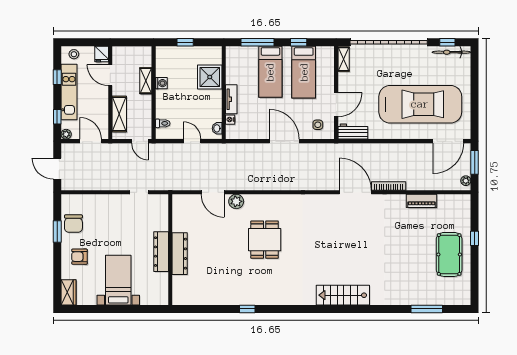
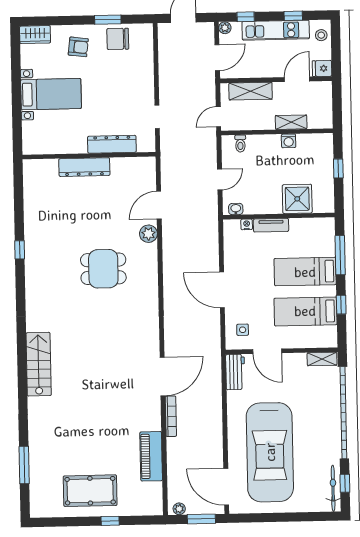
door: (284, 141) -> (222, 290), swing flipped
piano: (422, 201) -> (151, 456), width x1.37, depth x1.33
dresser: (161, 252) -> (112, 144), moved
armchair: (79, 257) -> (78, 47), turned 97

